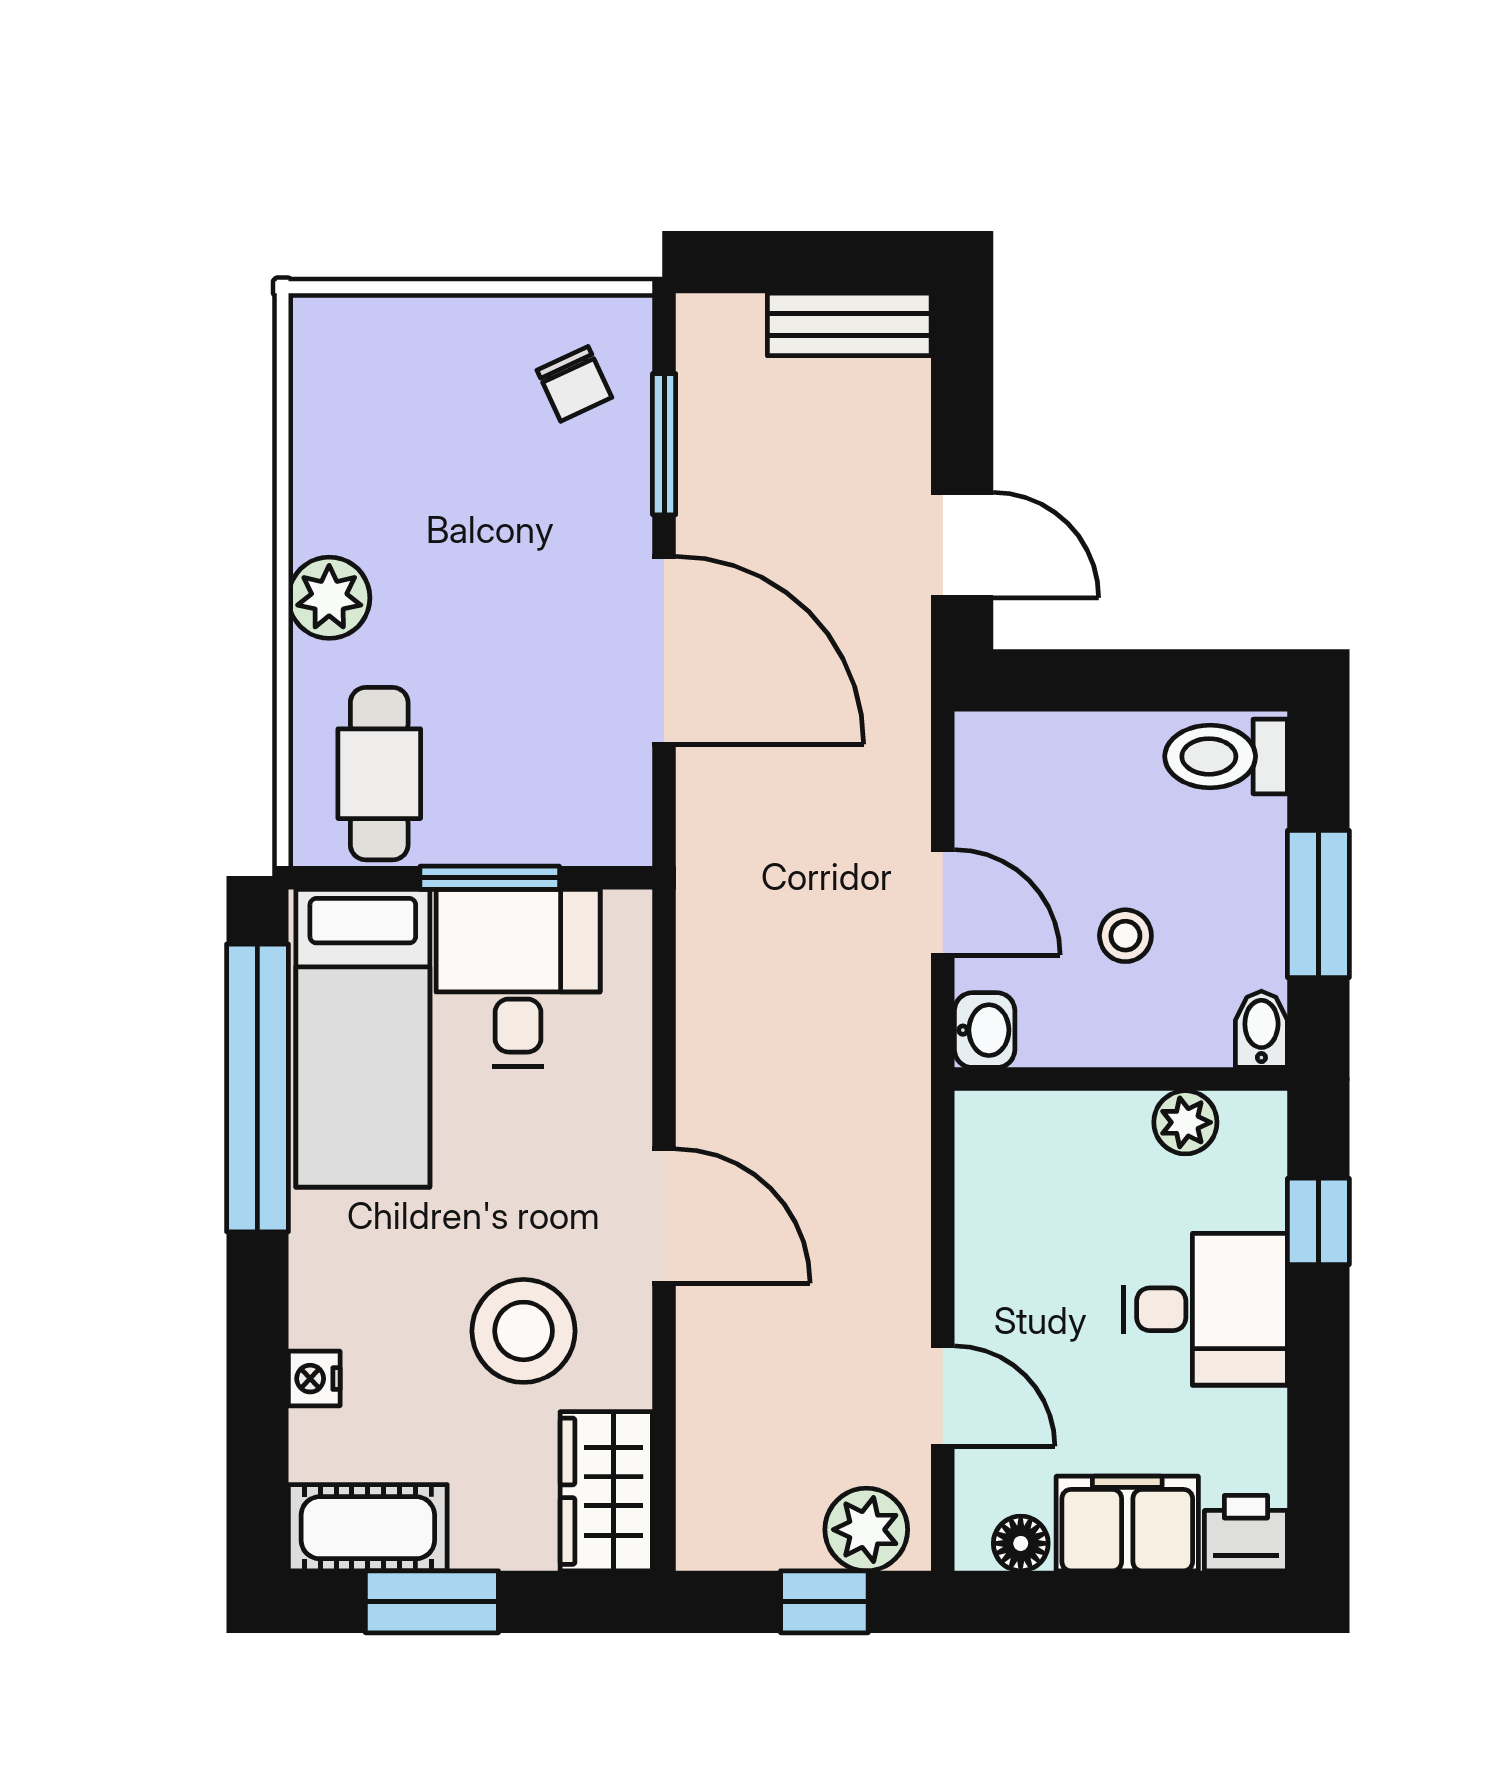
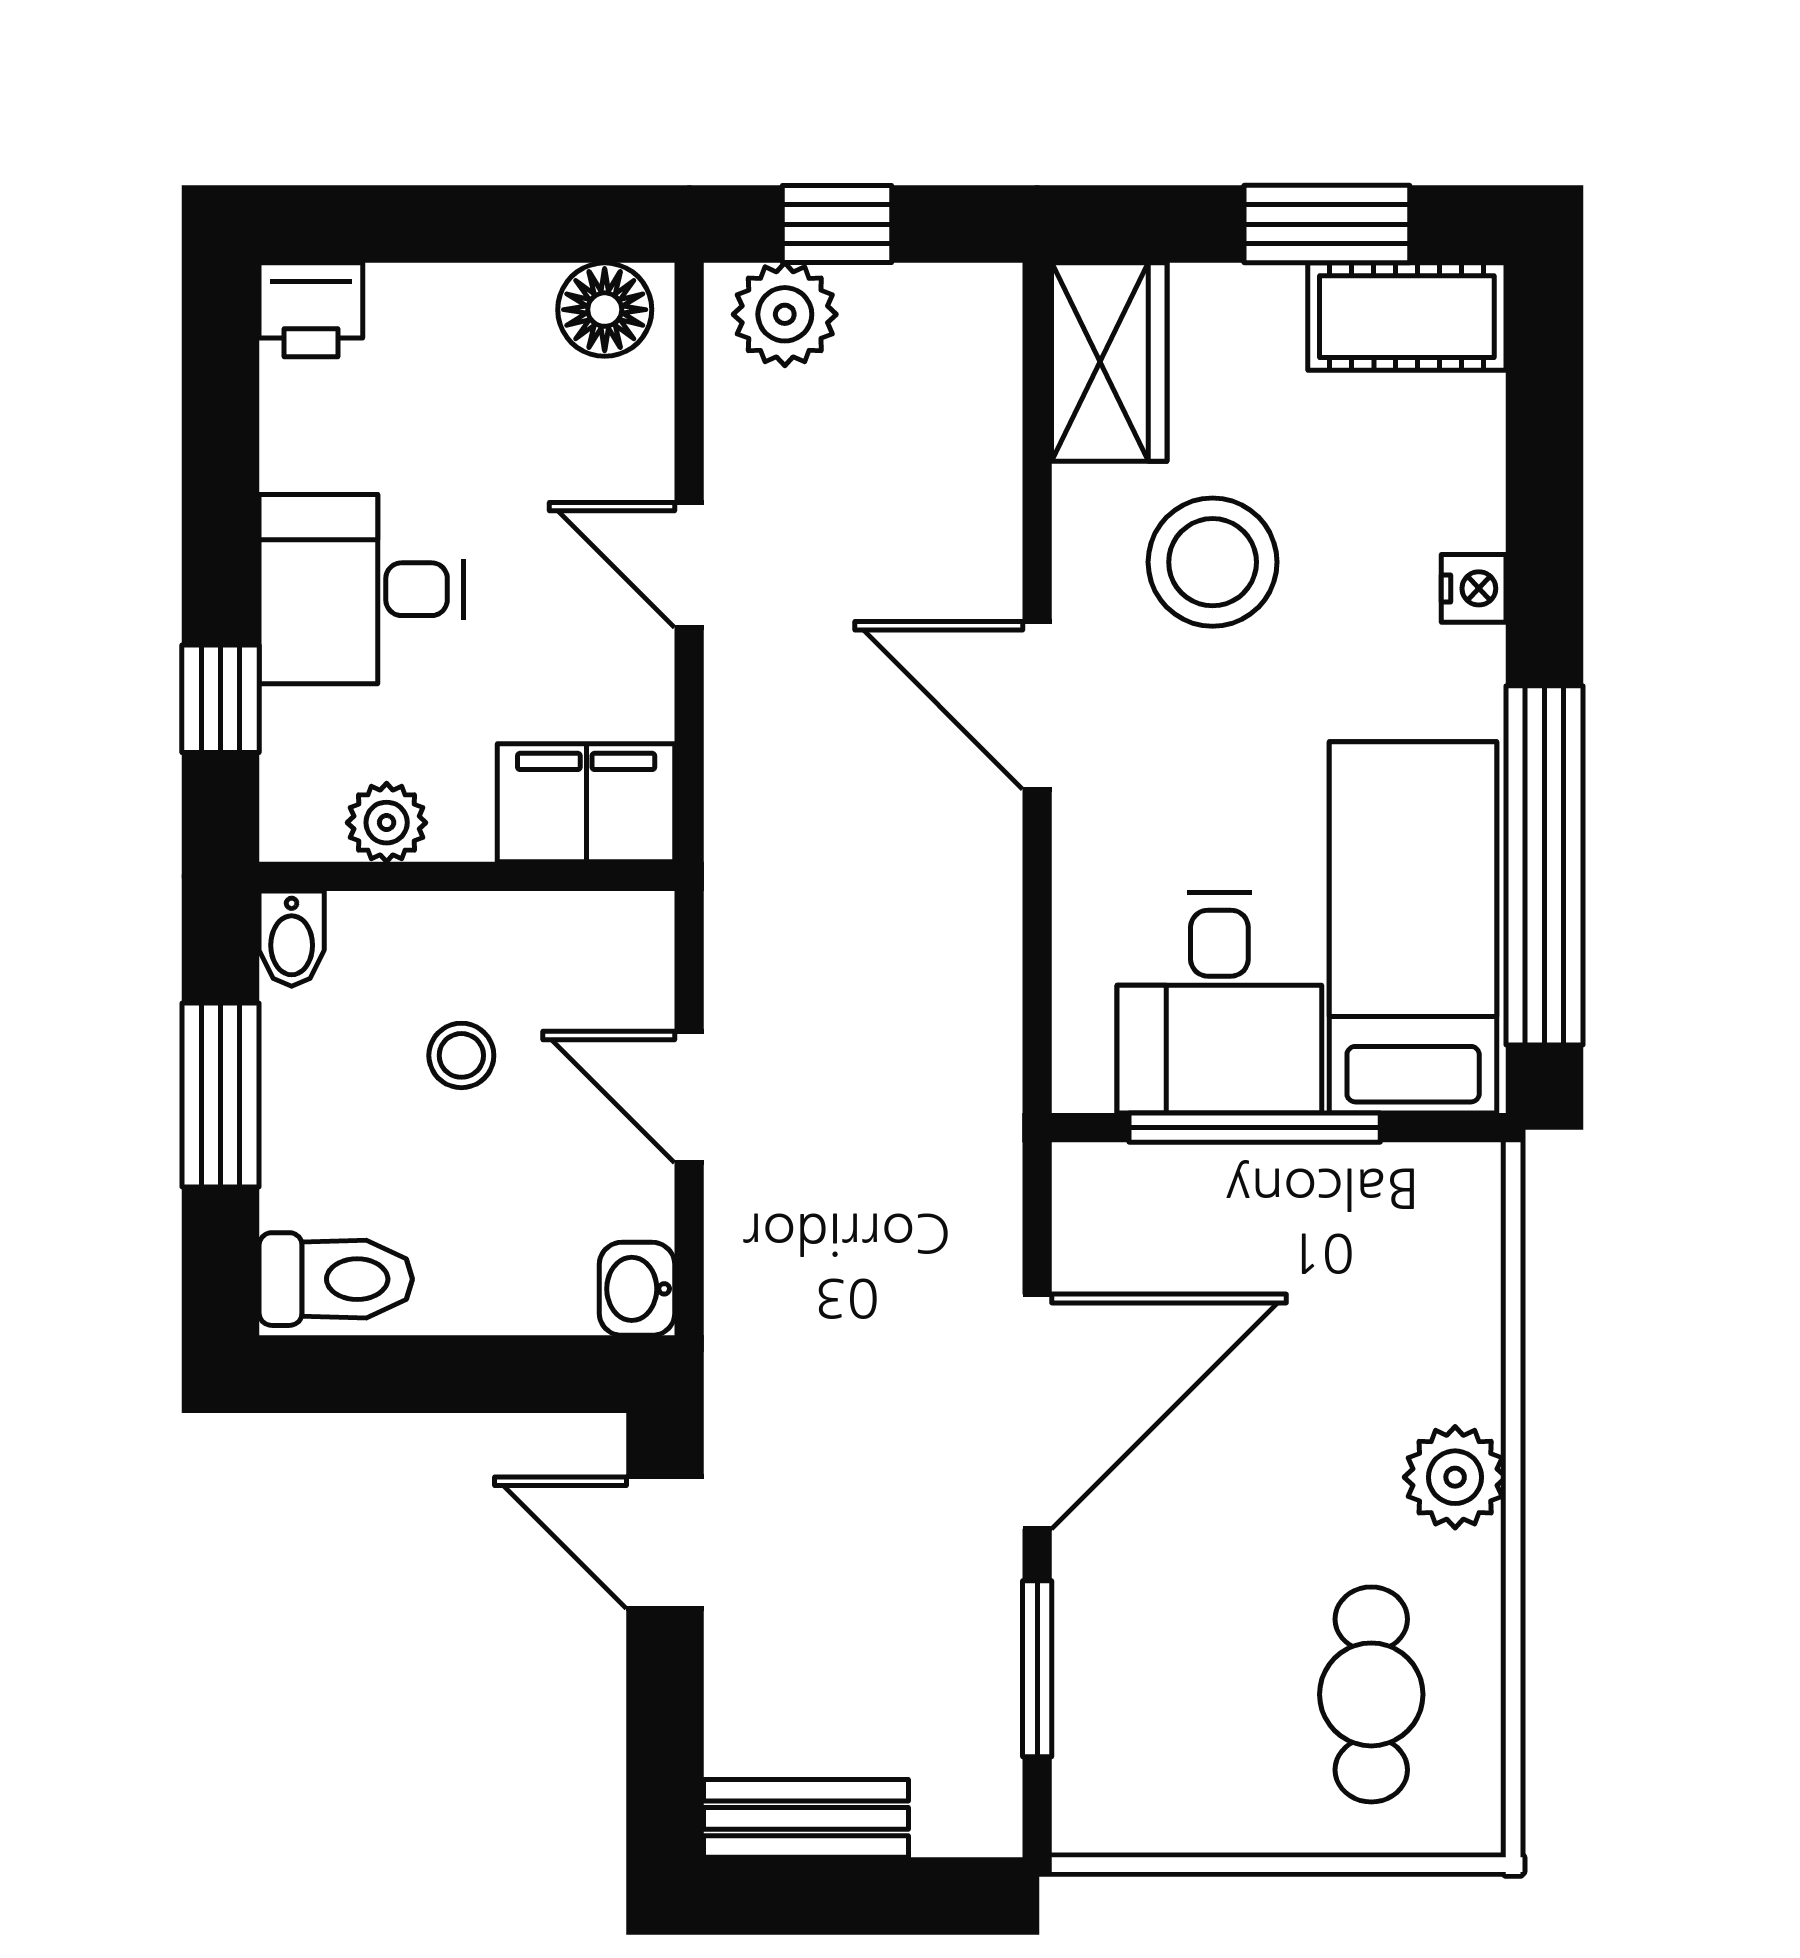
chair: (574, 384) -> (1149, 1744), removed
door: (664, 650) -> (1037, 1411), swing flipped
cafe table: (379, 774) -> (1371, 1694), moved
window: (490, 878) -> (1255, 1128), width x1.44
washbasin: (985, 1030) -> (637, 1289), moved
nightstand: (314, 1379) -> (1474, 588), moved
door: (943, 1396) -> (689, 565), moved
filing cabinet: (1127, 1523) -> (586, 803), moved, turned 180
floor lamp: (1021, 1543) -> (605, 310), width x1.37, depth x1.37

